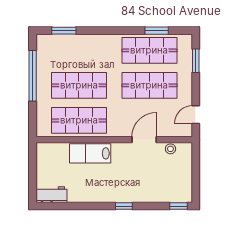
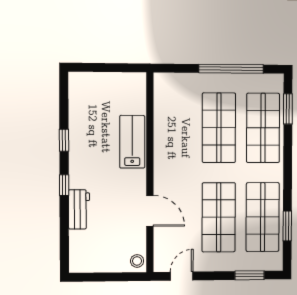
door: (196, 115) -> (182, 276), hinge flipped
shop shelf: (79, 120) -> (263, 128), moved
stool: (170, 149) -> (137, 261), moved
workbench: (51, 195) -> (79, 209), moved
window: (179, 206) -> (64, 140), moved

